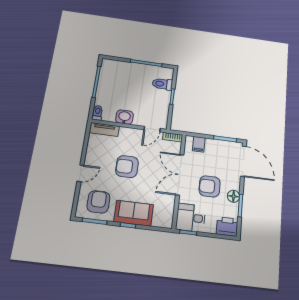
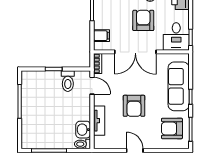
toilet: (162, 84) -> (68, 81), moved
washbasin: (124, 117) -> (83, 130), moved
tv unit: (104, 130) -> (99, 121), moved
door: (80, 173) -> (135, 151), moved
armchair: (210, 186) -> (143, 20), turned 180
sofa: (134, 213) -> (179, 86), width x1.36

